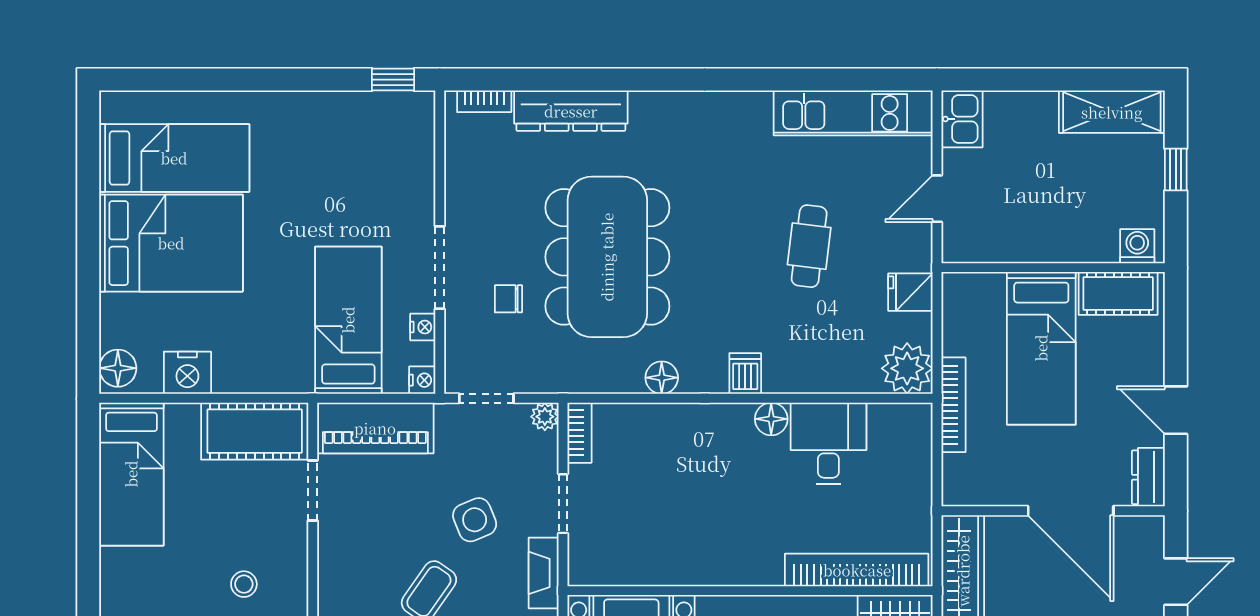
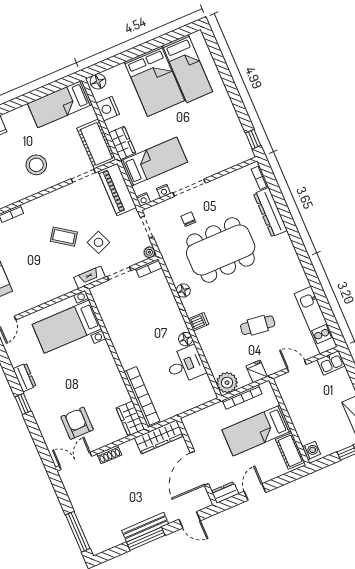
wardrobe: (277, 373) -> (122, 143), added
bookcase: (953, 405) -> (242, 397), moved
stool: (244, 584) -> (36, 165), width x1.89, depth x1.89

